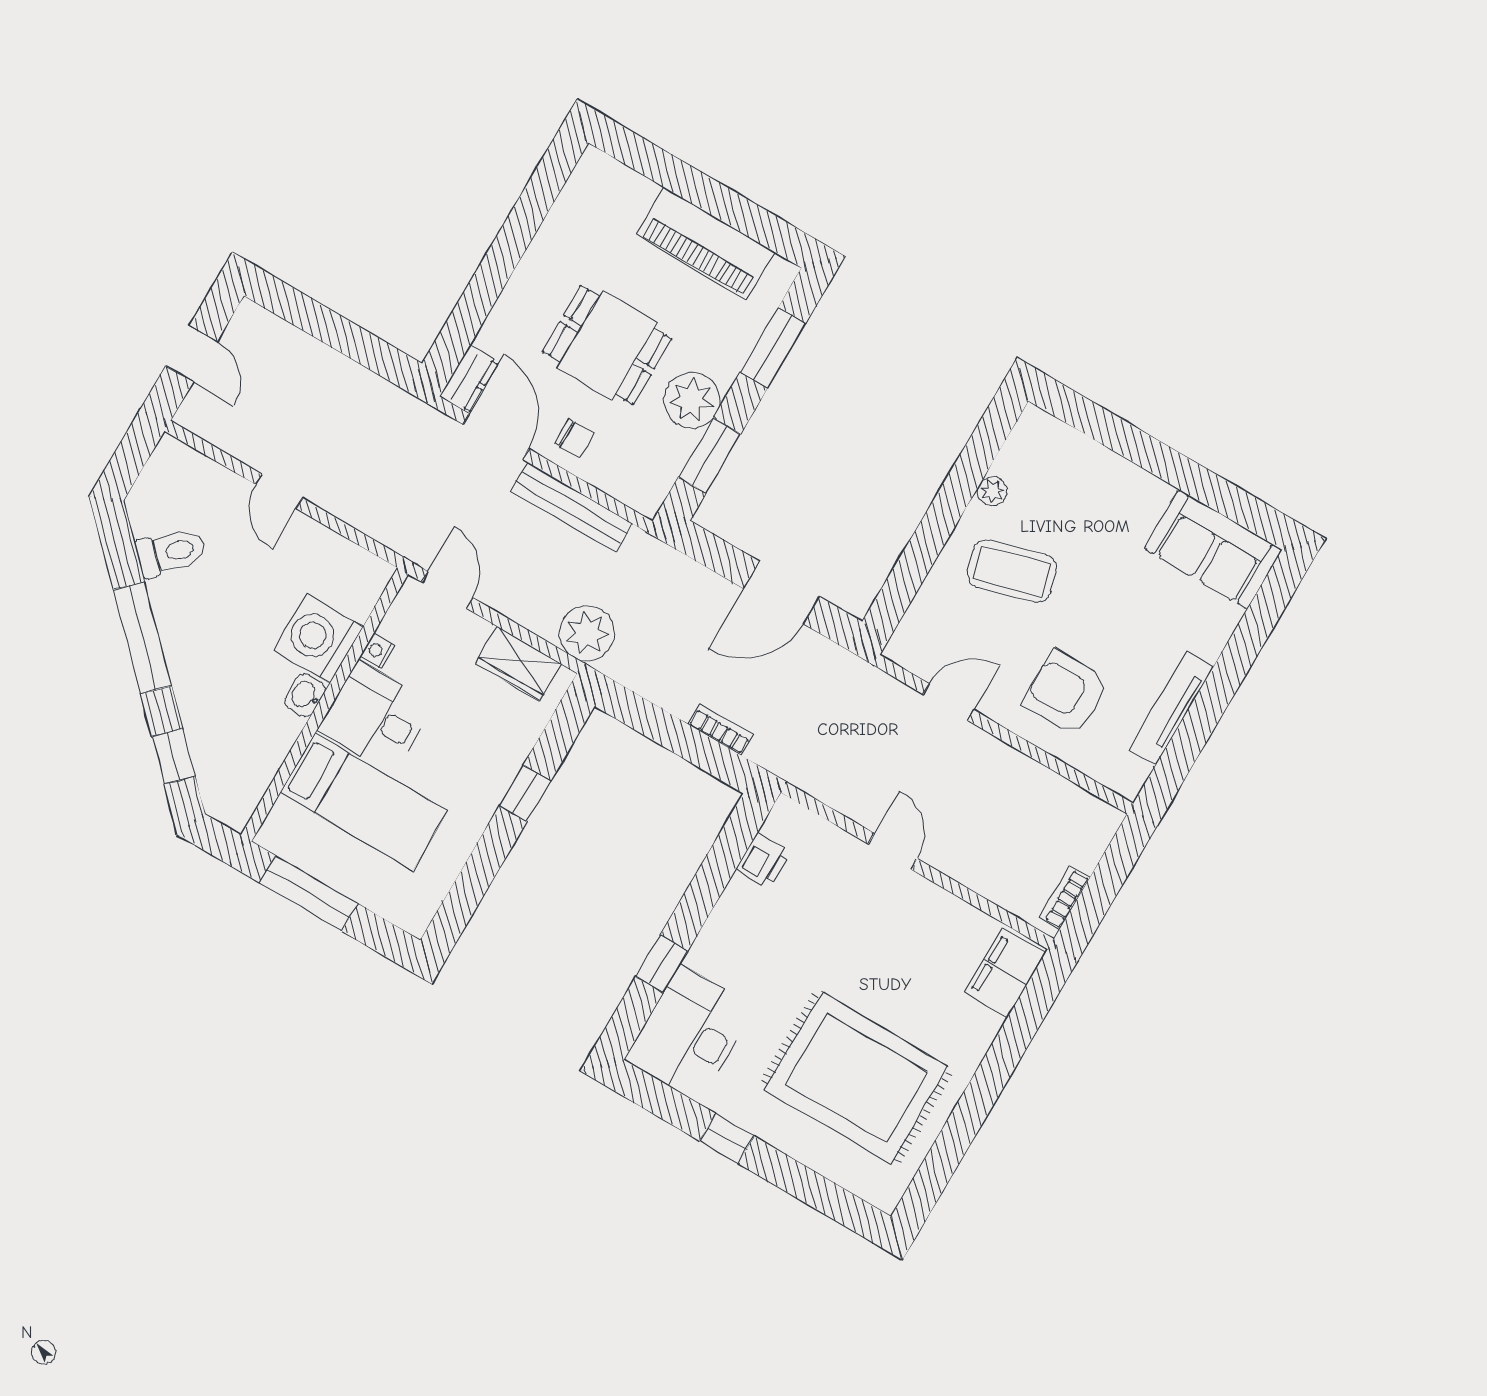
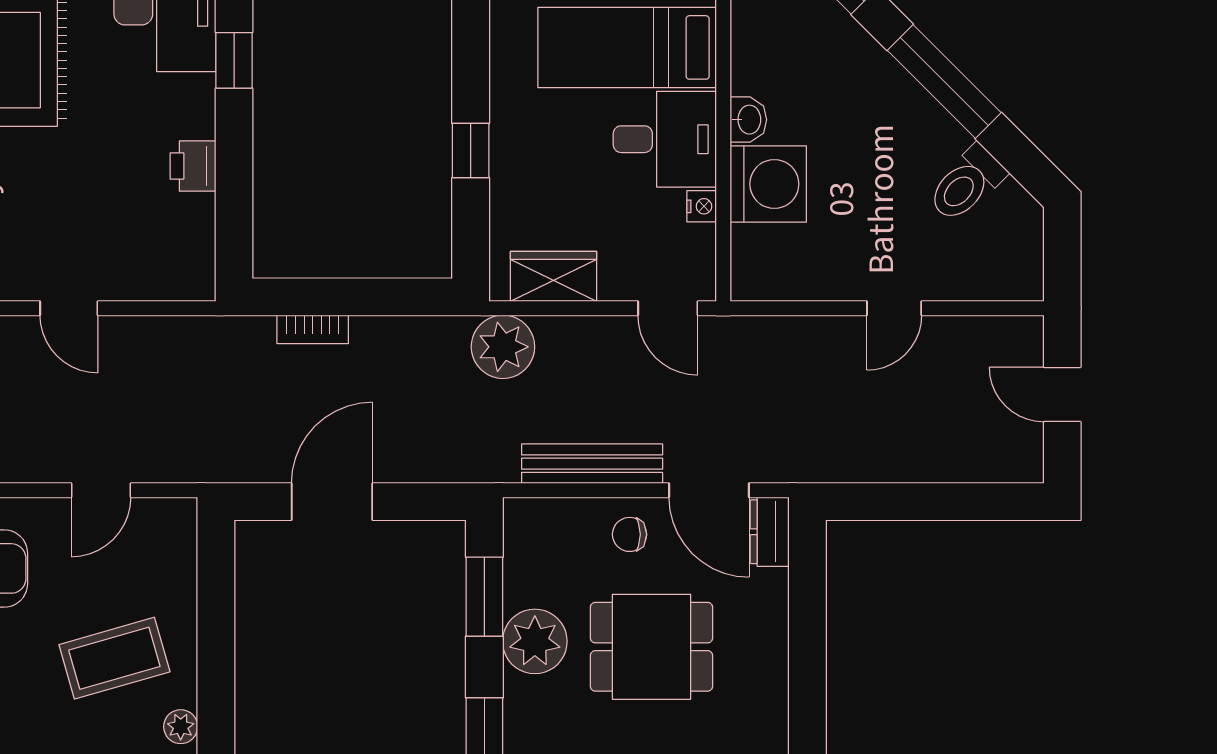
door: (279, 491) -> (894, 308), swing flipped
printer: (763, 861) -> (193, 166), moved

